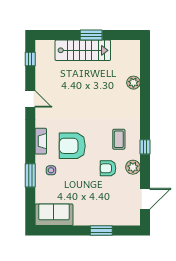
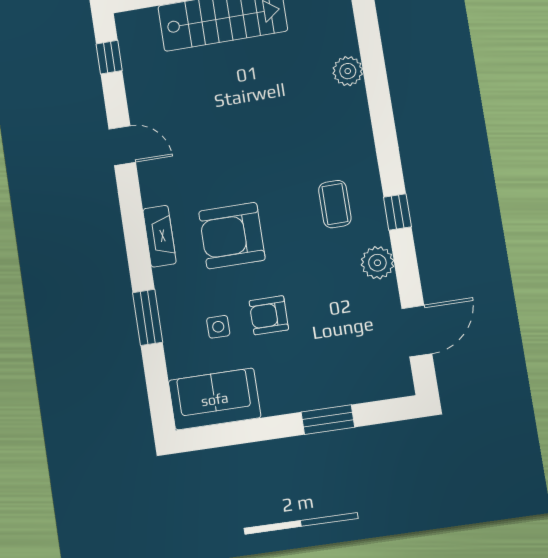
armchair: (108, 168) -> (269, 315), moved
side table: (51, 170) -> (218, 327), moved

